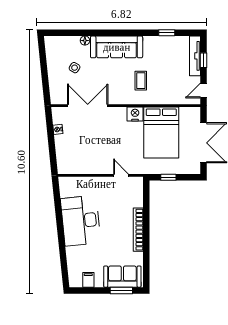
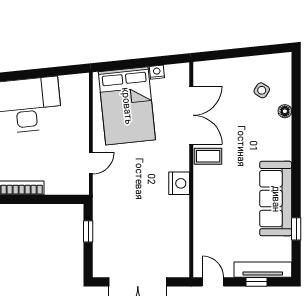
sofa: (117, 47) -> (276, 199), moved
side table: (75, 68) -> (262, 90), moved
coffee table: (141, 81) -> (208, 156), moved
bed: (161, 132) -> (127, 106), moved, turned -96

